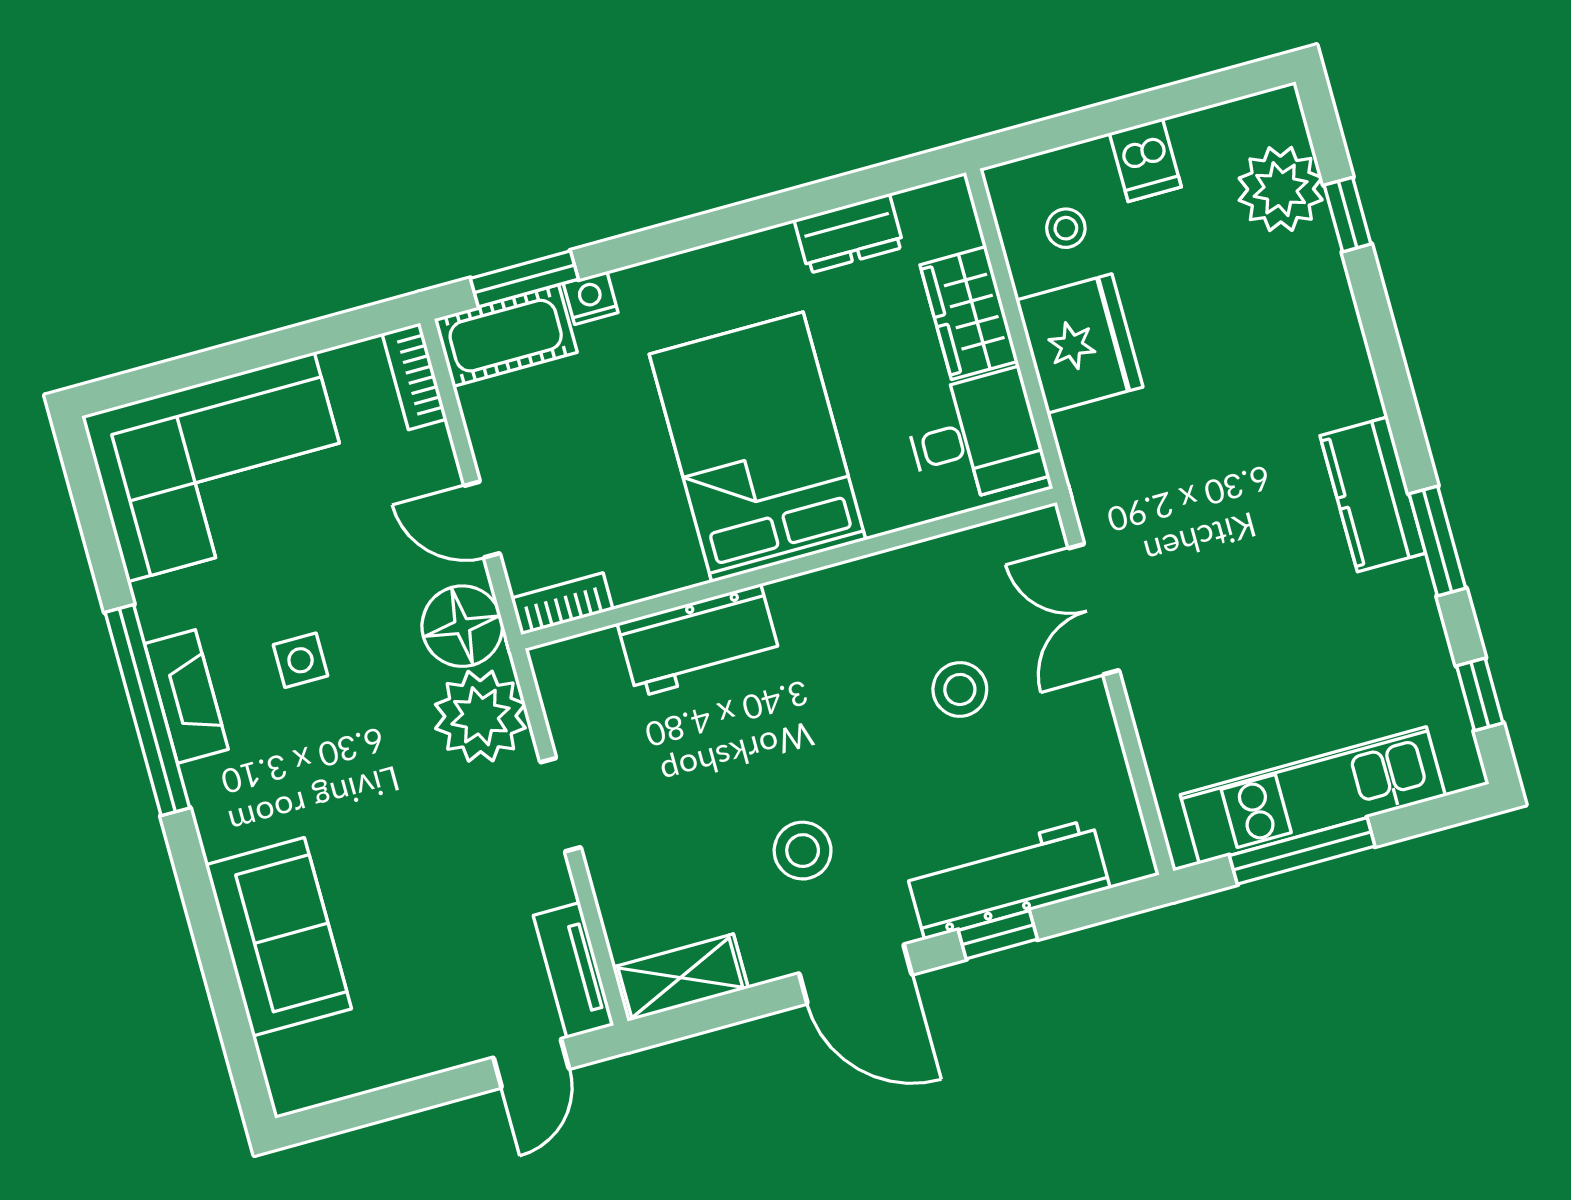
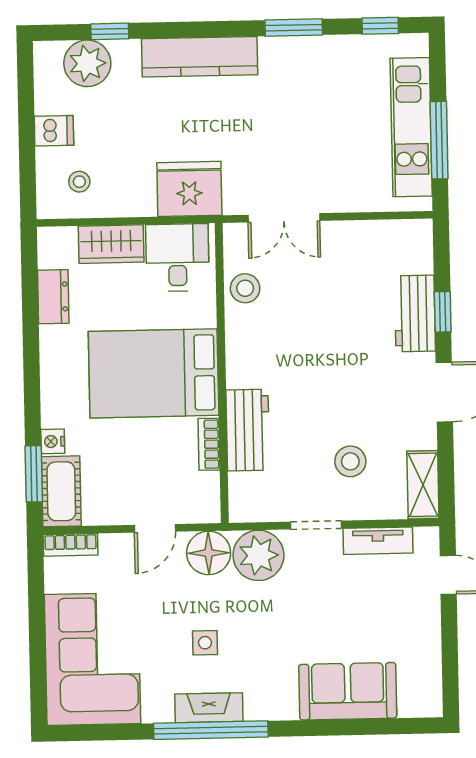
fridge: (1079, 344) -> (189, 189), moved
kitchen counter: (1373, 494) -> (200, 57), moved, width x1.50
bookcase: (562, 604) -> (209, 444), moved
stool: (960, 689) -> (245, 288), moved
stool: (803, 851) -> (350, 461), moved
workbench: (1008, 879) -> (415, 313), width x0.73
tv unit: (574, 970) -> (378, 541), moved

